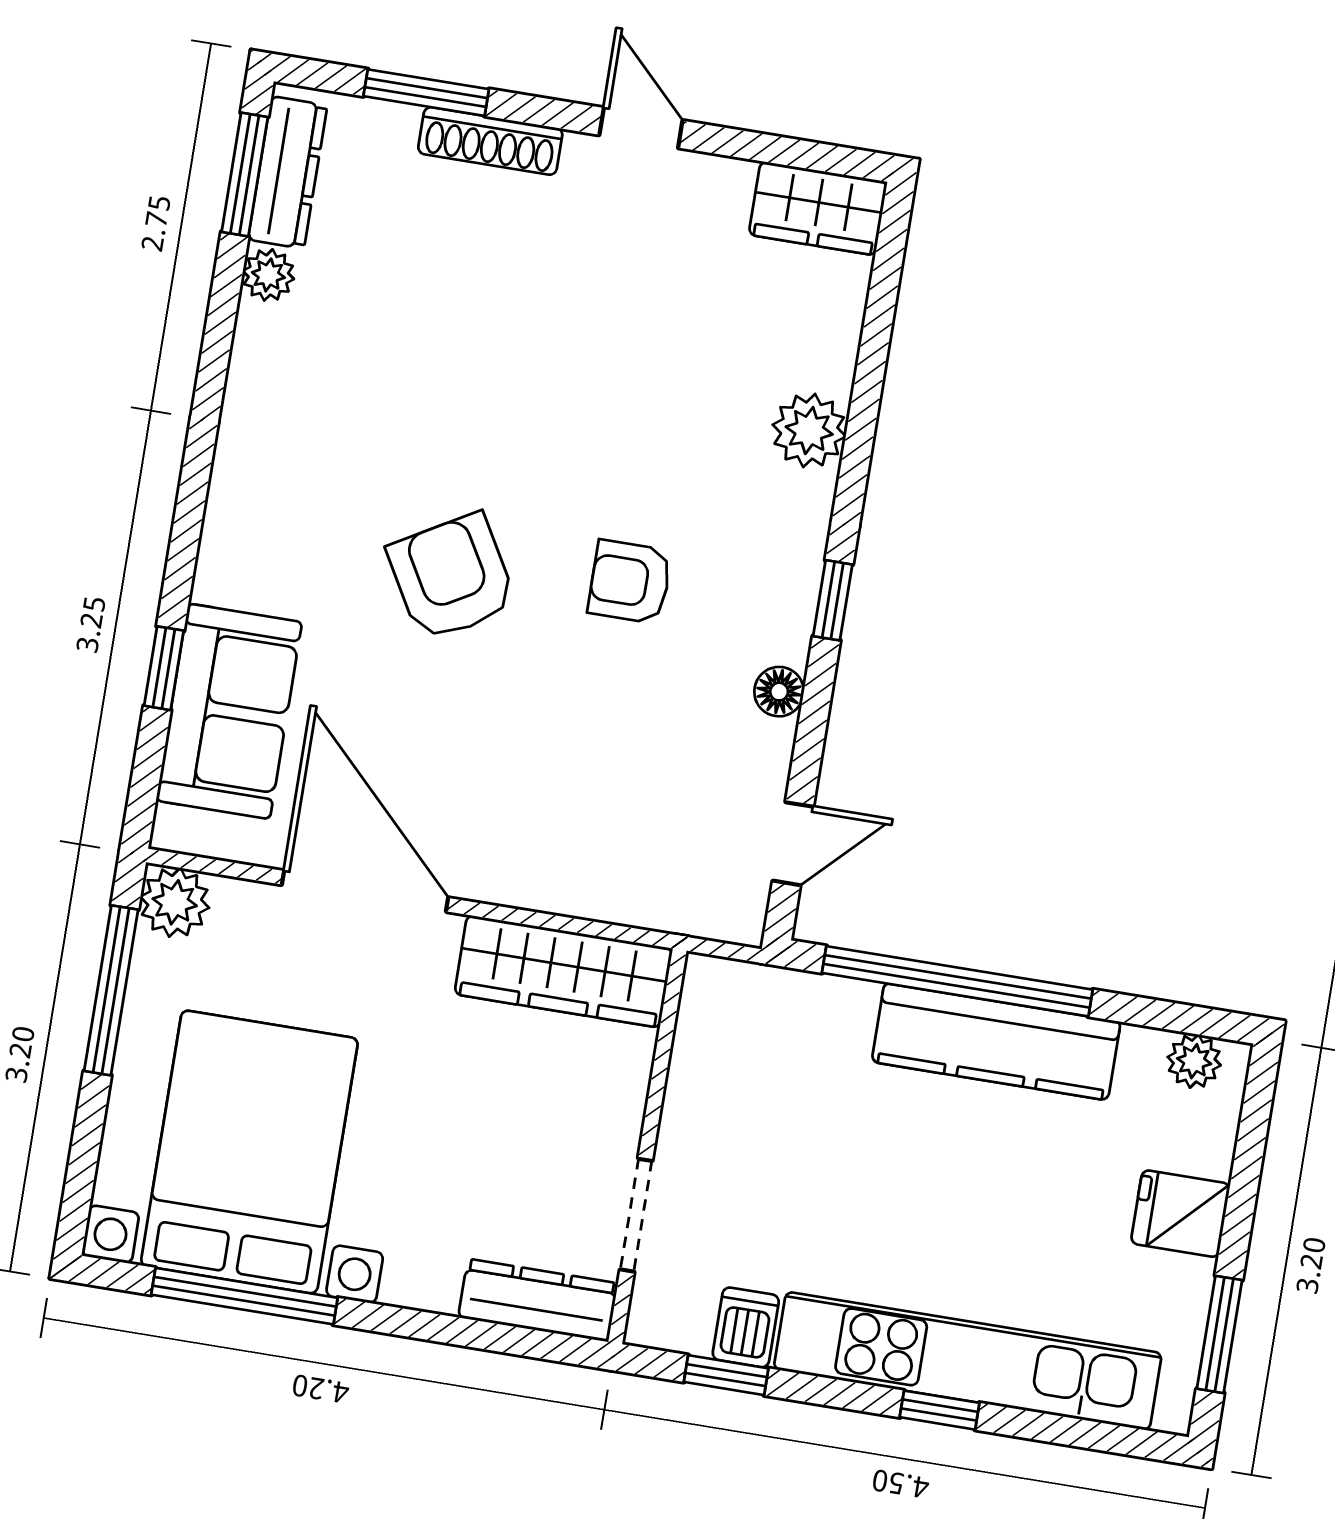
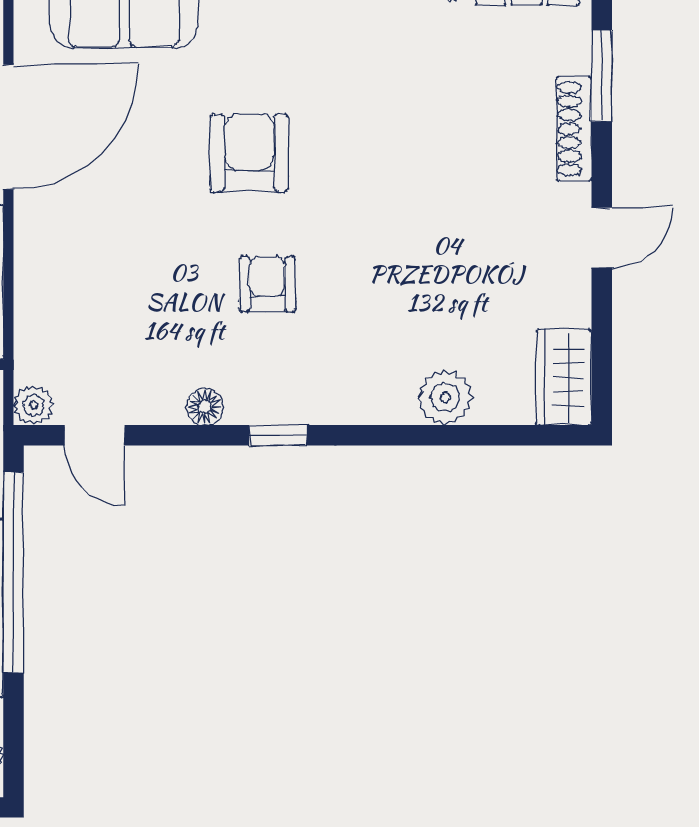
plant: (809, 431) -> (445, 398), moved
armchair: (452, 577) -> (249, 153), turned -60
plant: (740, 918) -> (33, 405), added

